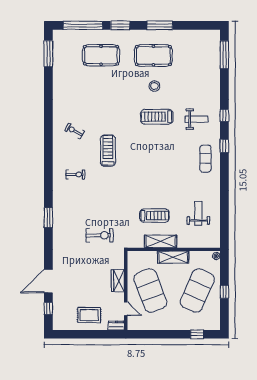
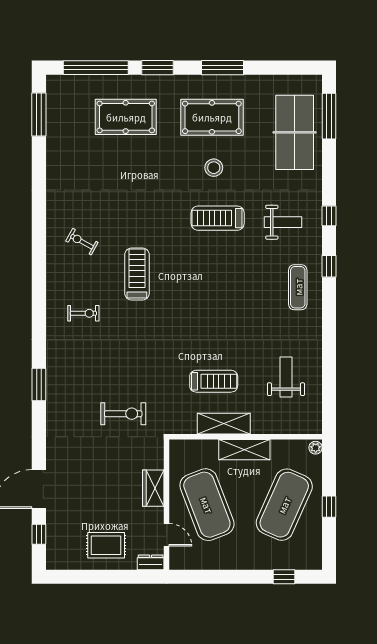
table tennis table: (204, 65) -> (295, 132), added

